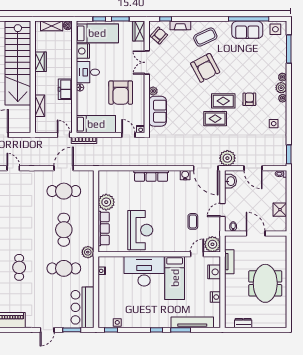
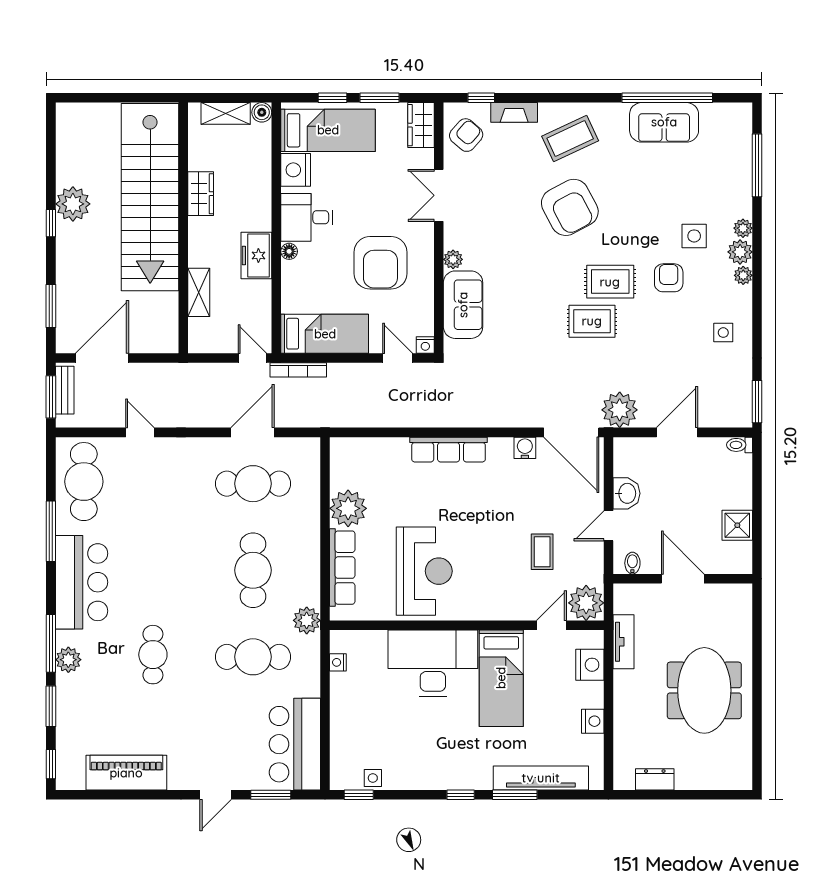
side table: (275, 29) -> (694, 236), moved
door: (253, 168) -> (677, 432), swing flipped
washbasin: (230, 181) -> (626, 493), moved

